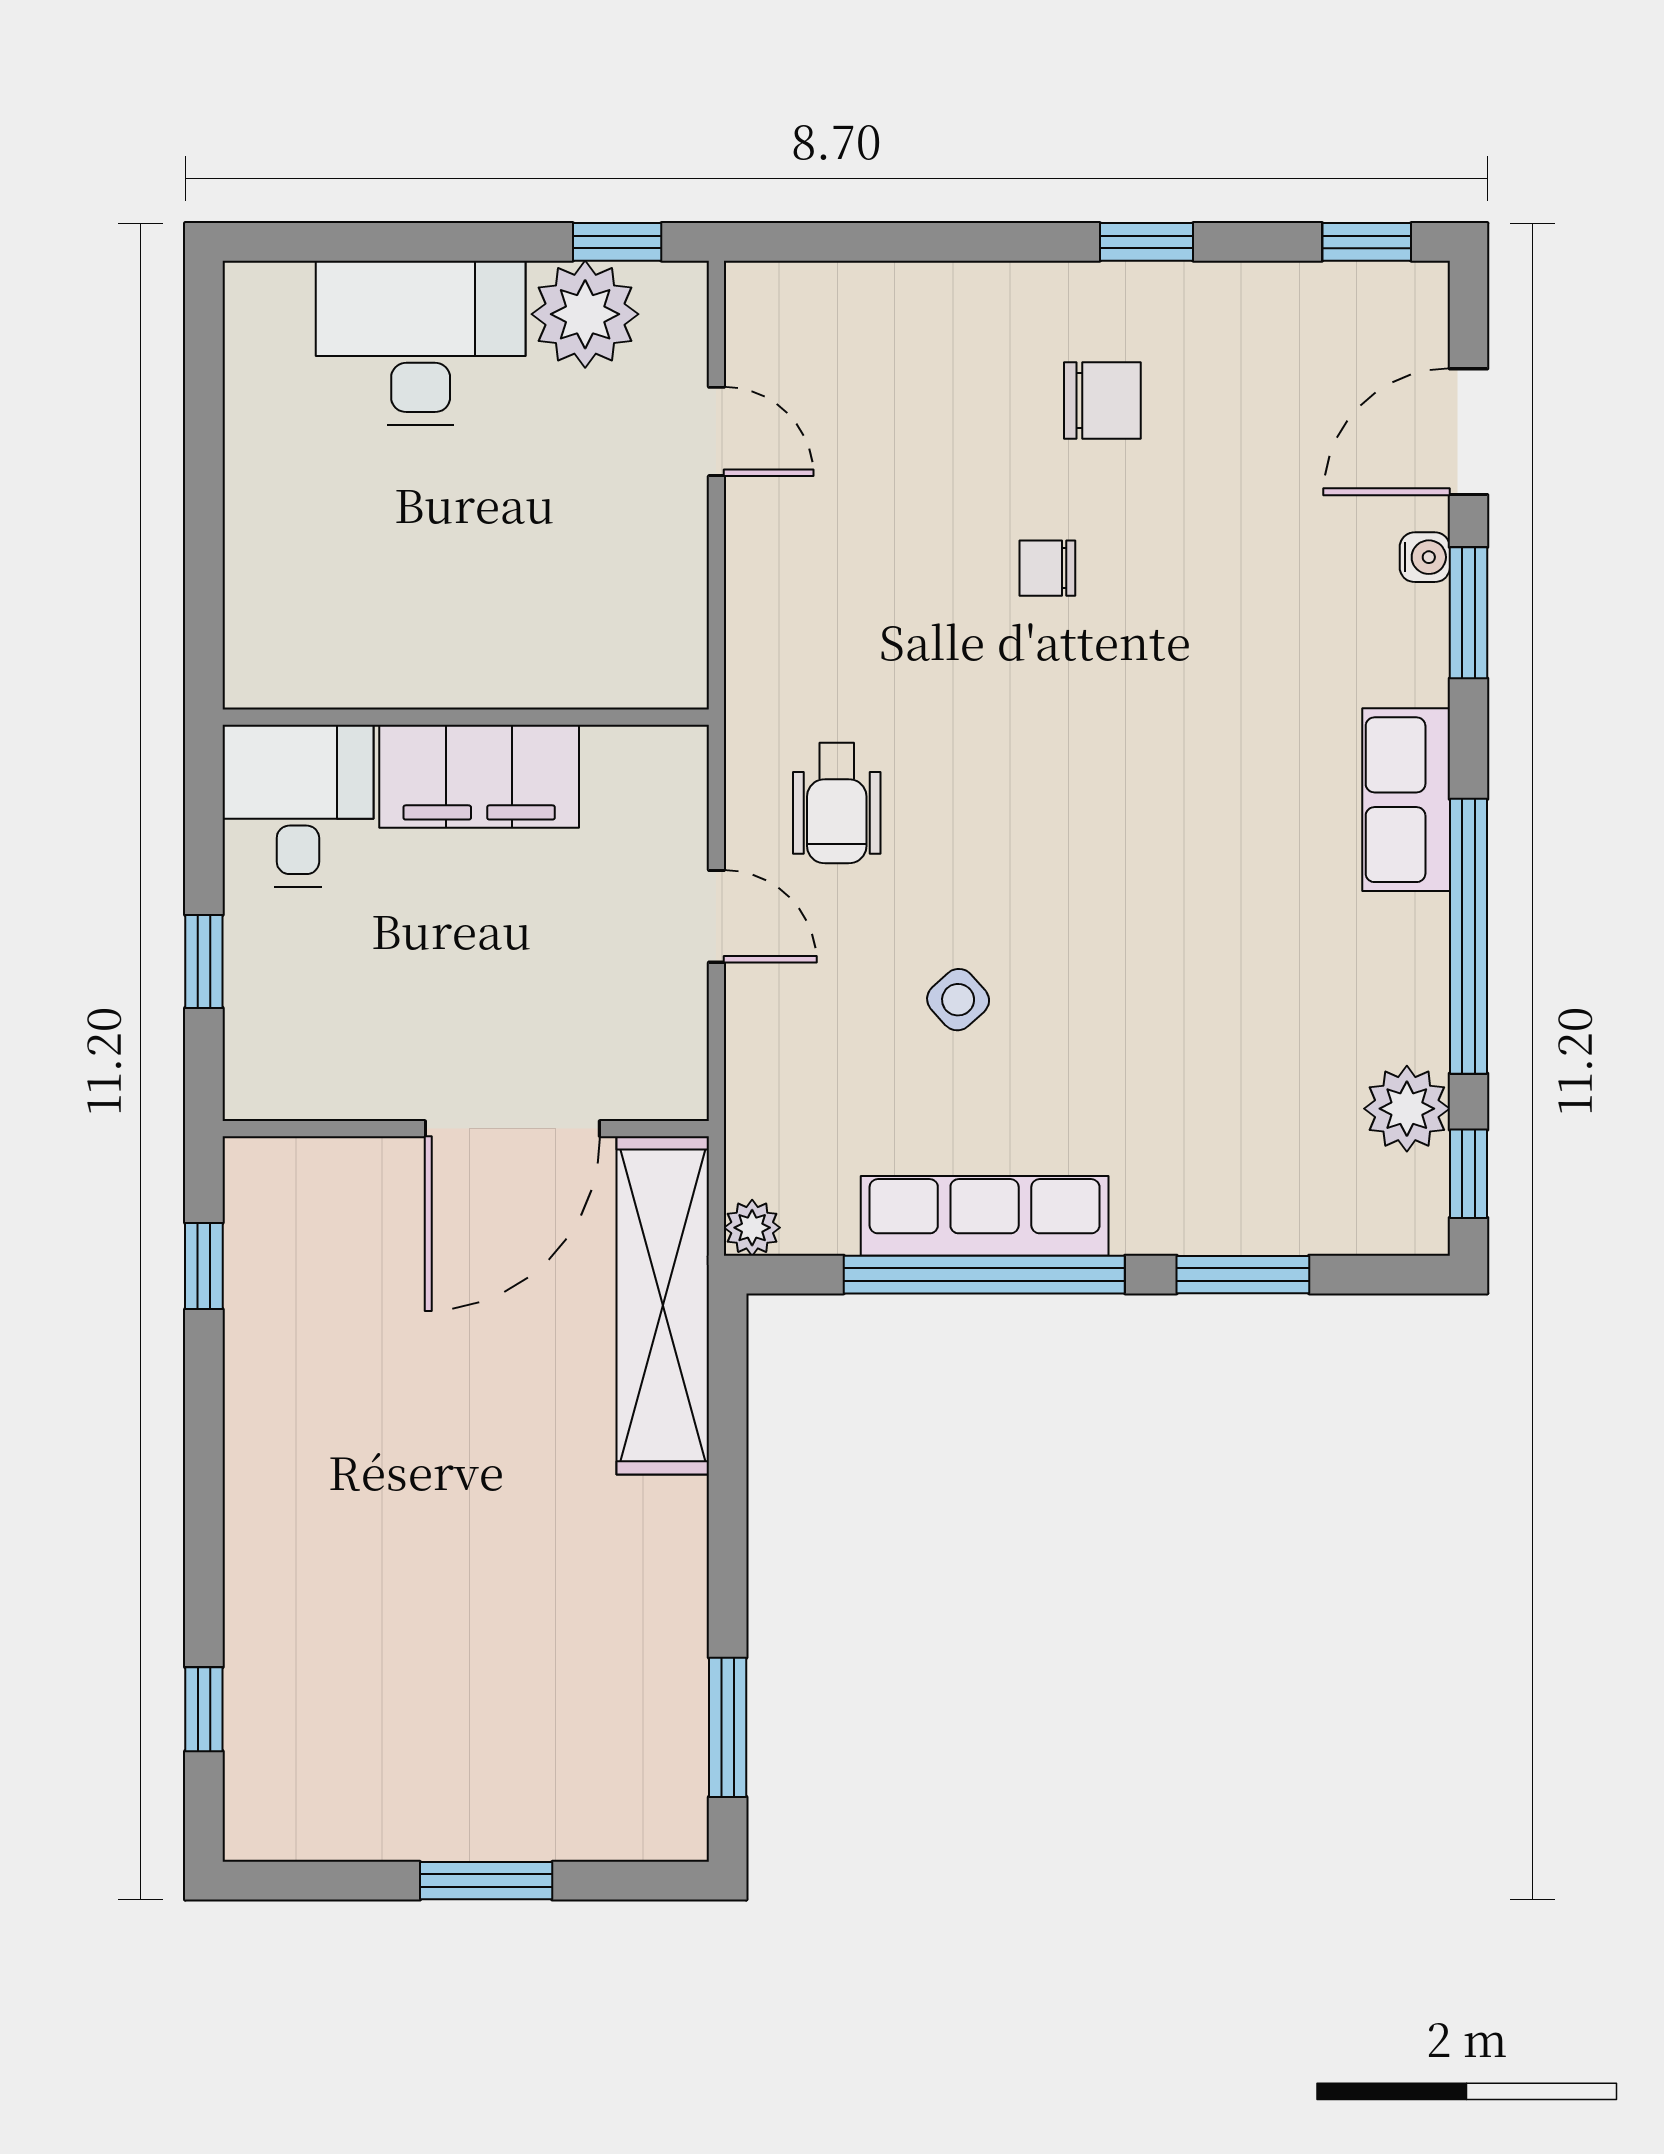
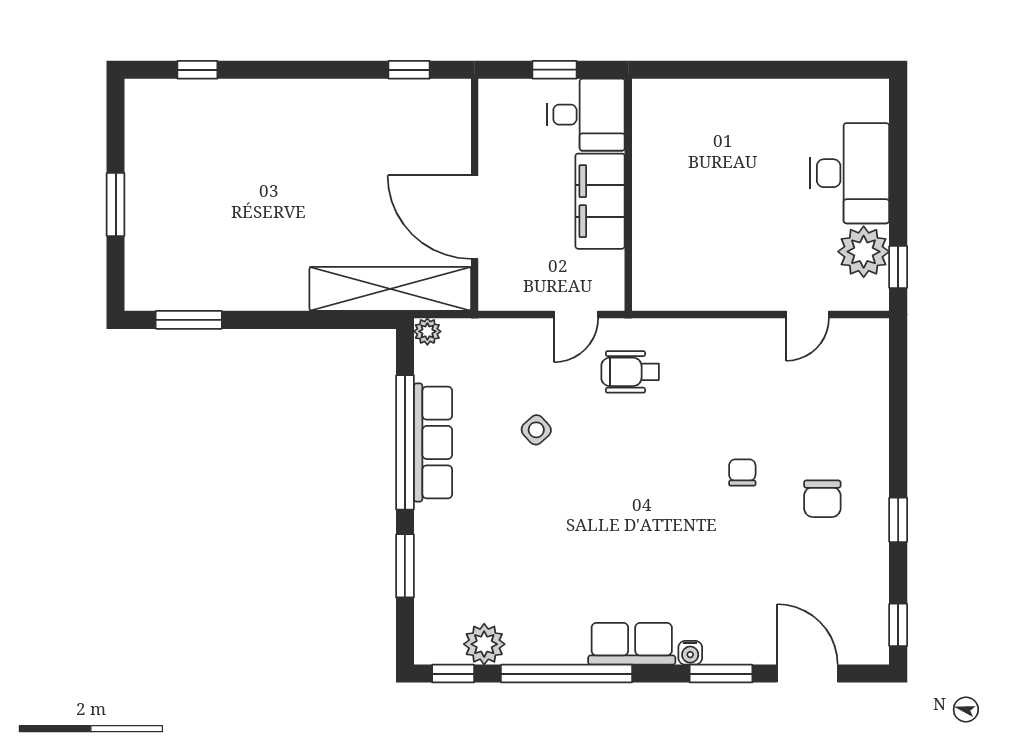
water cooler: (1425, 557) -> (690, 653), moved
wall: (466, 717) -> (628, 195), moved
filing cabinet: (479, 776) -> (600, 201), moved
desk: (298, 806) -> (586, 115), moved

